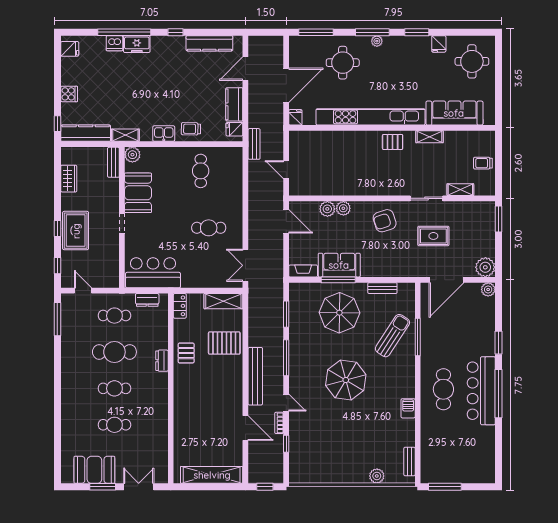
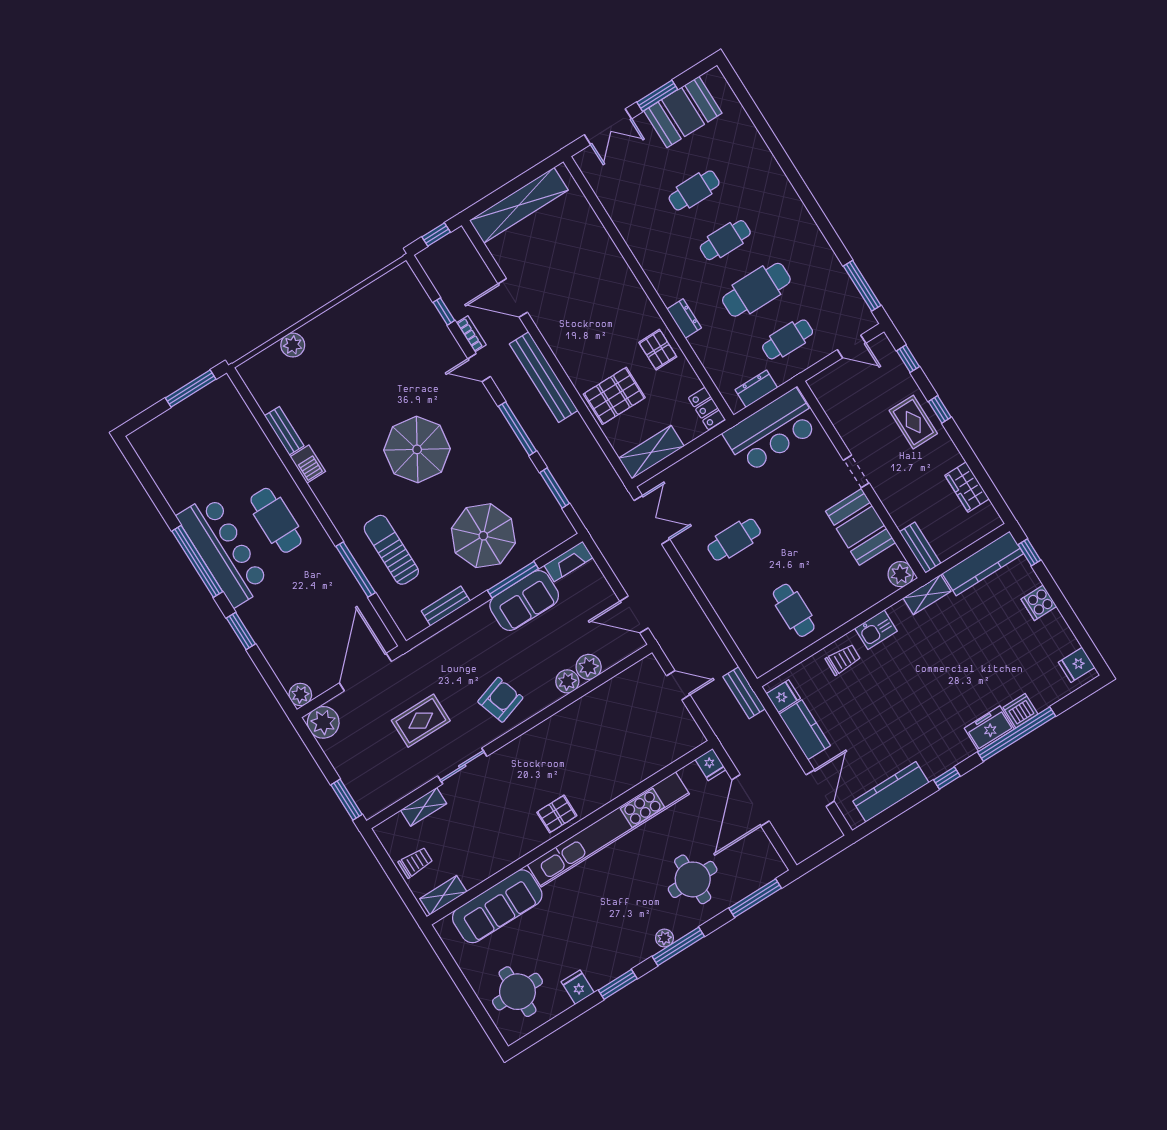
shelving: (430, 137) -> (443, 895), moved
rug: (76, 231) -> (913, 422), width x0.73, depth x0.70
sun lounger: (392, 336) -> (391, 550), turned 147
bench: (409, 462) -> (284, 431), moved

